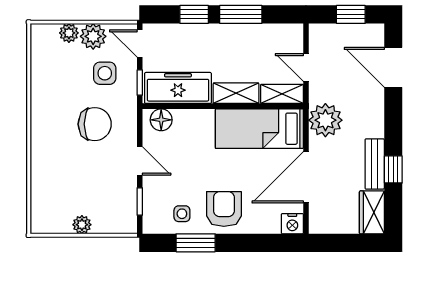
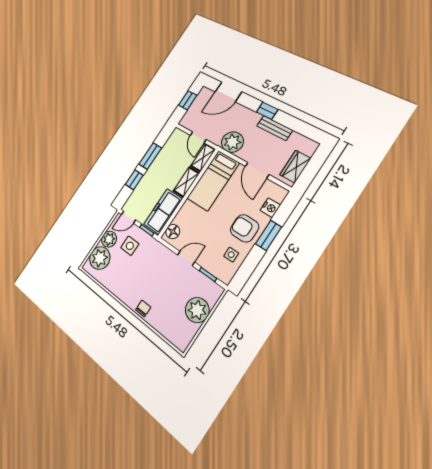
plant: (69, 33) -> (100, 258), width x1.87, depth x1.87
door: (306, 68) -> (198, 137), hinge flipped
chair: (95, 124) -> (143, 308), moved, width x0.54, depth x0.54
window: (393, 169) -> (267, 111), moved
door: (306, 177) -> (257, 170), width x0.73
wardrobe: (372, 212) -> (295, 167), moved, turned 90
nightstand: (292, 224) -> (270, 208), moved
plant: (82, 225) -> (197, 310), width x1.88, depth x1.88
window: (196, 243) -> (268, 235), moved

